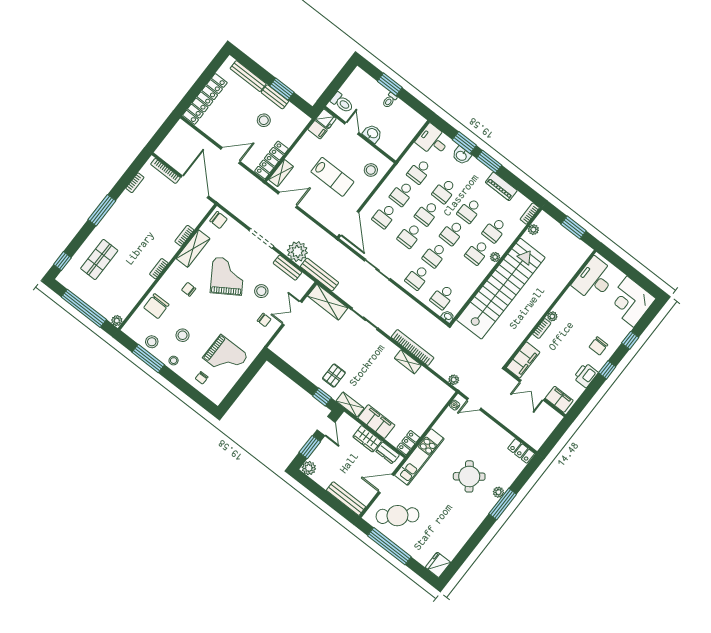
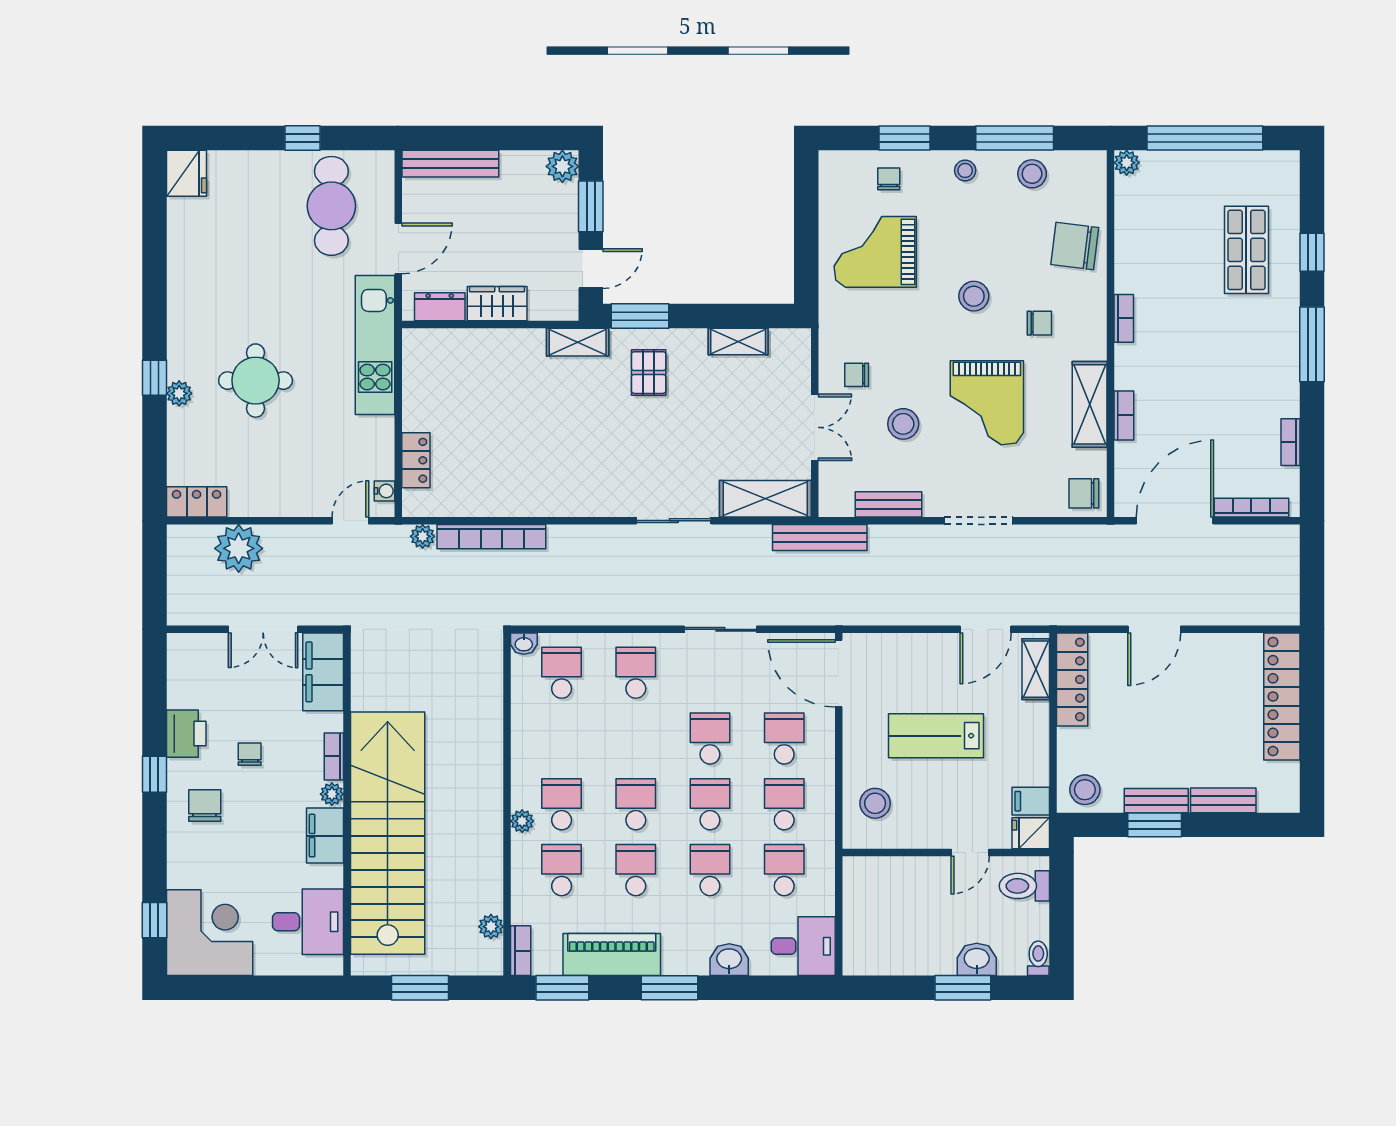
bench: (248, 76) -> (1223, 800), width x0.73
toilet: (390, 100) -> (1038, 958), moved
stool: (264, 120) -> (1085, 790), moved
door: (352, 128) -> (970, 853), hinge flipped
washbasin: (372, 134) -> (977, 959), moved, turned 180
window: (464, 142) -> (562, 988), moved
piano: (501, 186) -> (612, 955), width x1.37, depth x1.33
door: (195, 187) -> (1175, 521), swing flipped
plant: (297, 252) -> (239, 548), moved
school desk: (435, 255) -> (636, 739), removed
window: (62, 261) -> (1312, 252), moved
grand piano: (227, 276) -> (987, 403), turned 33
desk: (594, 279) -> (308, 922), width x0.73
stairs: (501, 289) -> (388, 833), moved, turned 180
chair: (156, 306) -> (1075, 246), turned -83
stool: (183, 335) -> (974, 296), moved
window: (630, 340) -> (154, 920), moved
bookcase: (413, 348) -> (491, 537), moved
chair: (570, 352) -> (250, 754), added
shelving: (408, 362) -> (738, 342), moved
window: (186, 388) -> (904, 138), added
double door: (532, 390) -> (263, 629), swing flipped
window: (322, 397) -> (640, 316), width x1.50
filing cabinet: (559, 399) -> (325, 836), moved, turned 90
filing cabinet: (376, 422) -> (505, 349), removed
door: (326, 426) -> (591, 269), swing flipped
locker: (408, 443) -> (416, 460), moved
round table: (469, 476) -> (256, 381), turned 37
window: (503, 504) -> (154, 378), width x0.46
cafe table: (397, 516) -> (331, 206), turned -49
window: (389, 546) -> (302, 138), width x0.32

